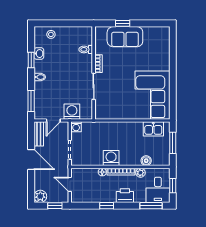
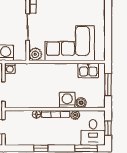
corner sofa: (152, 95) -> (70, 43), moved, turned 90
plant: (101, 113) -> (35, 54), added
washing machine: (111, 158) -> (67, 100), moved
printer: (125, 196) -> (59, 138), removed

